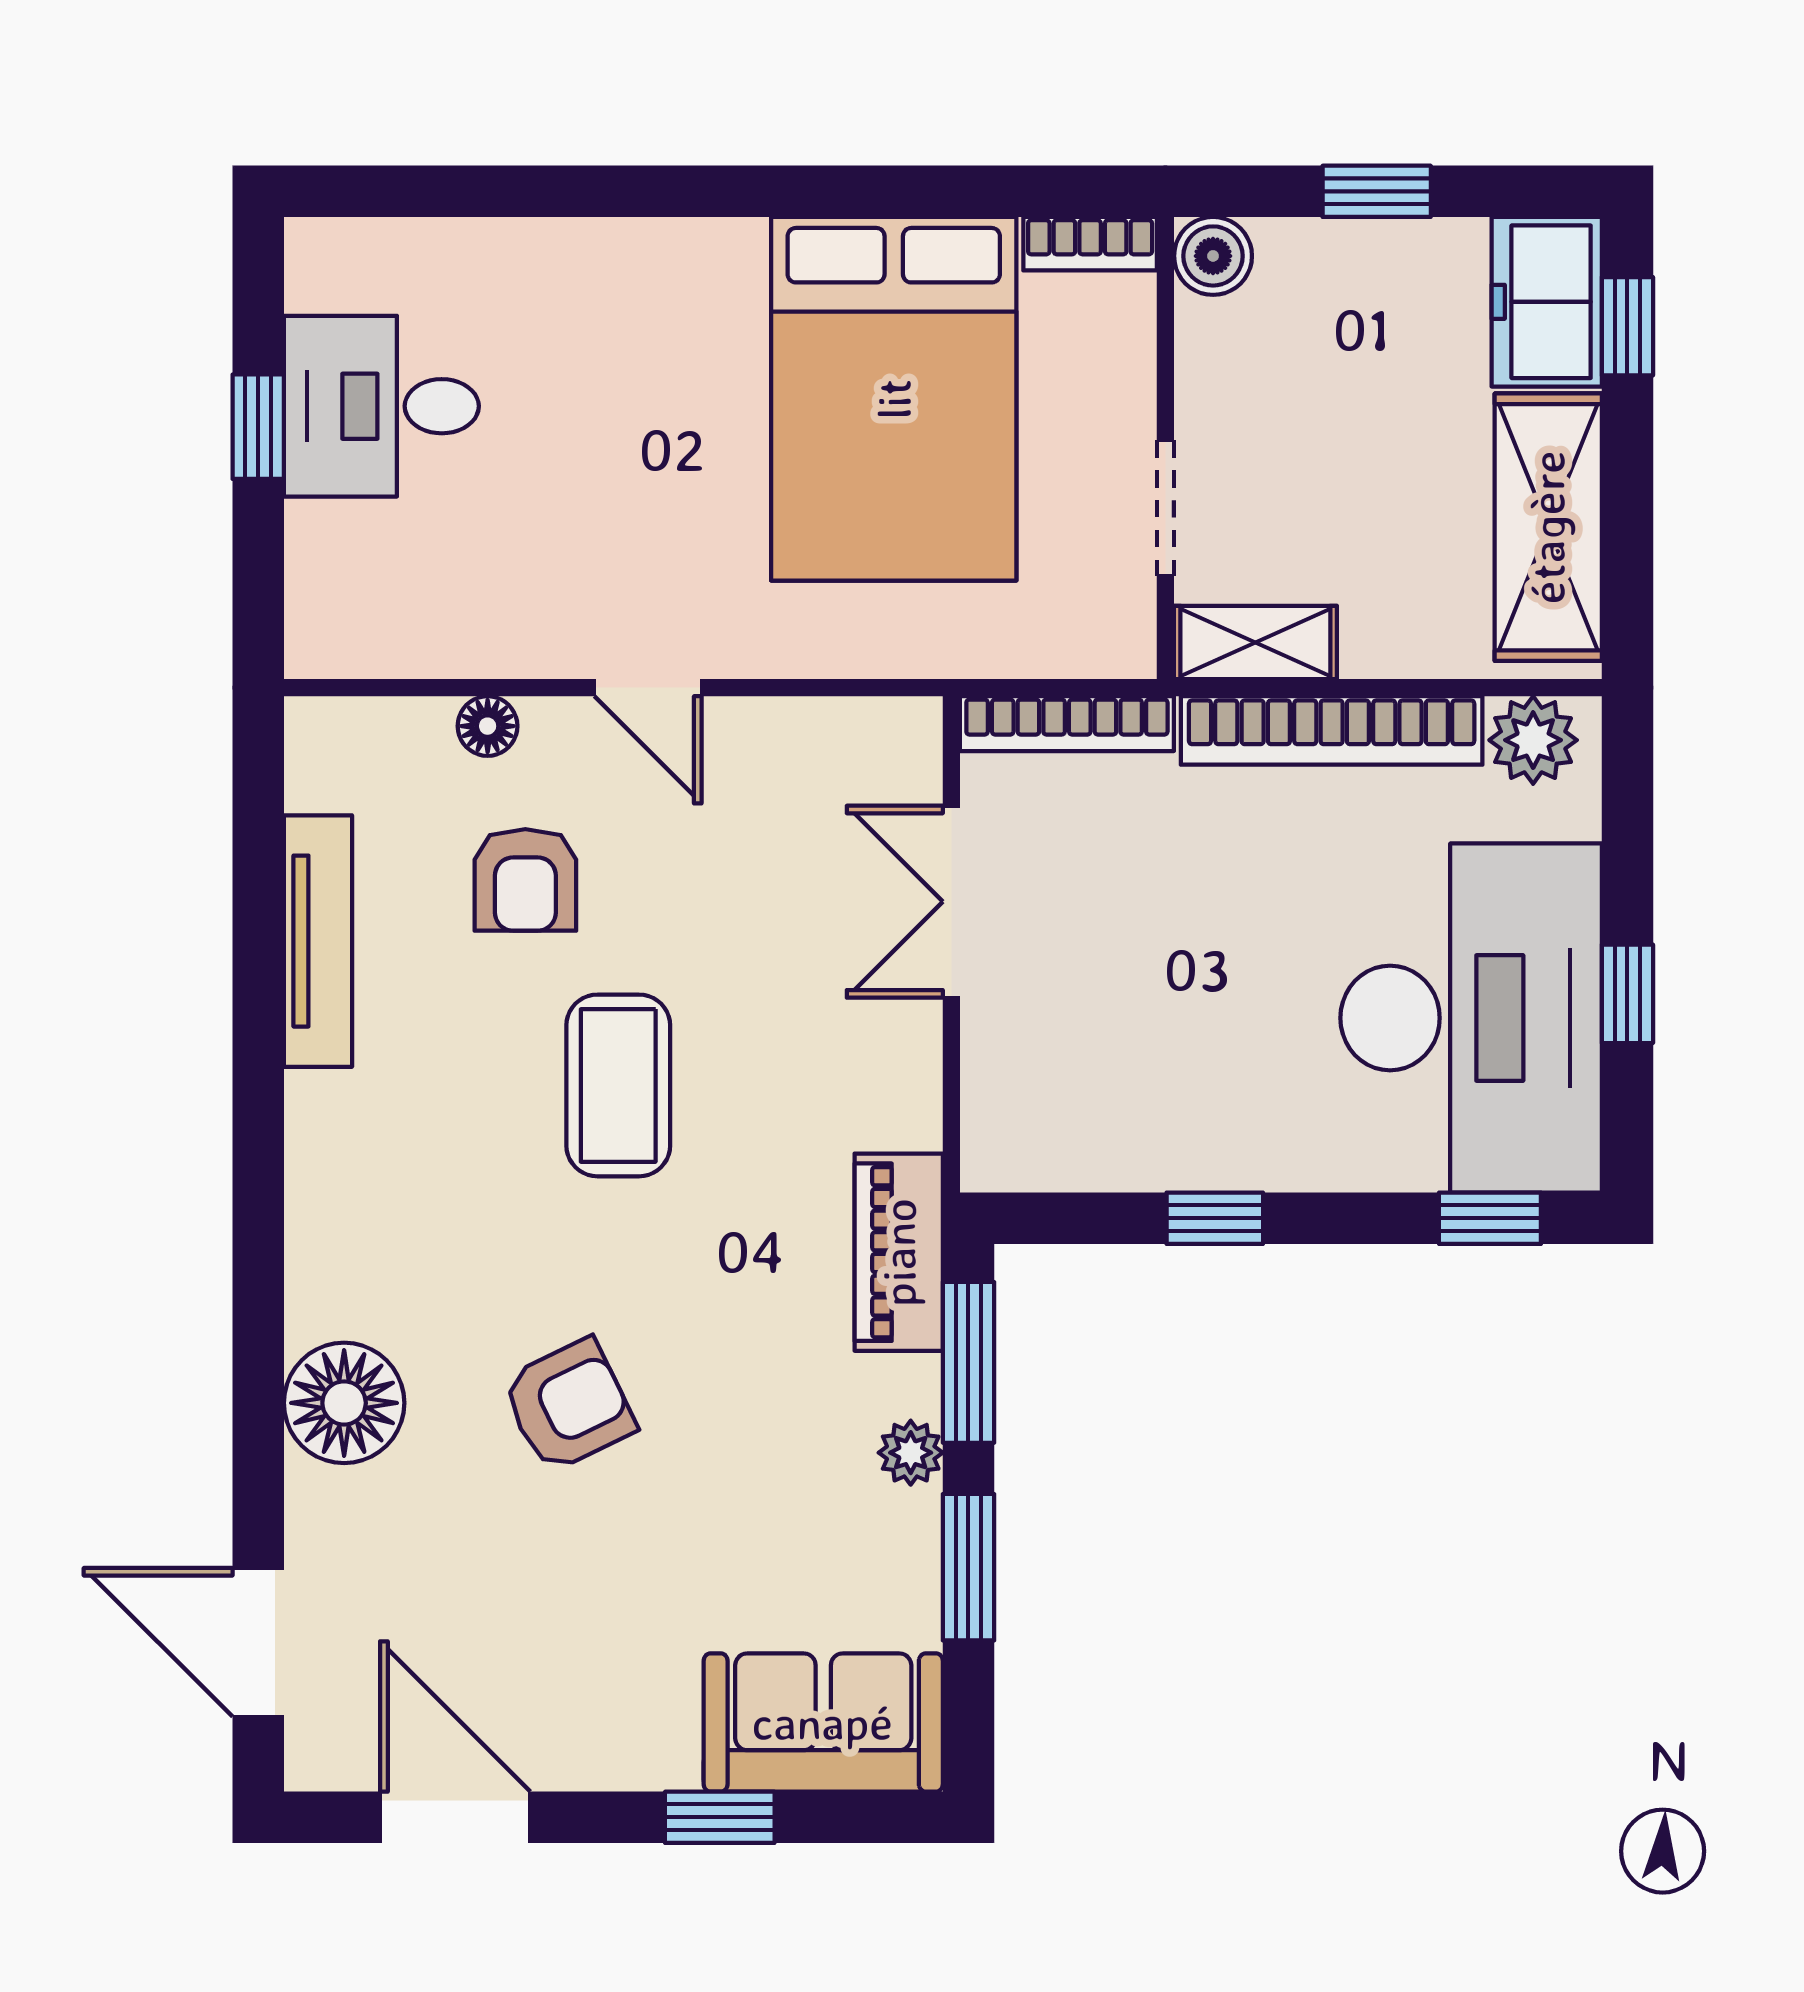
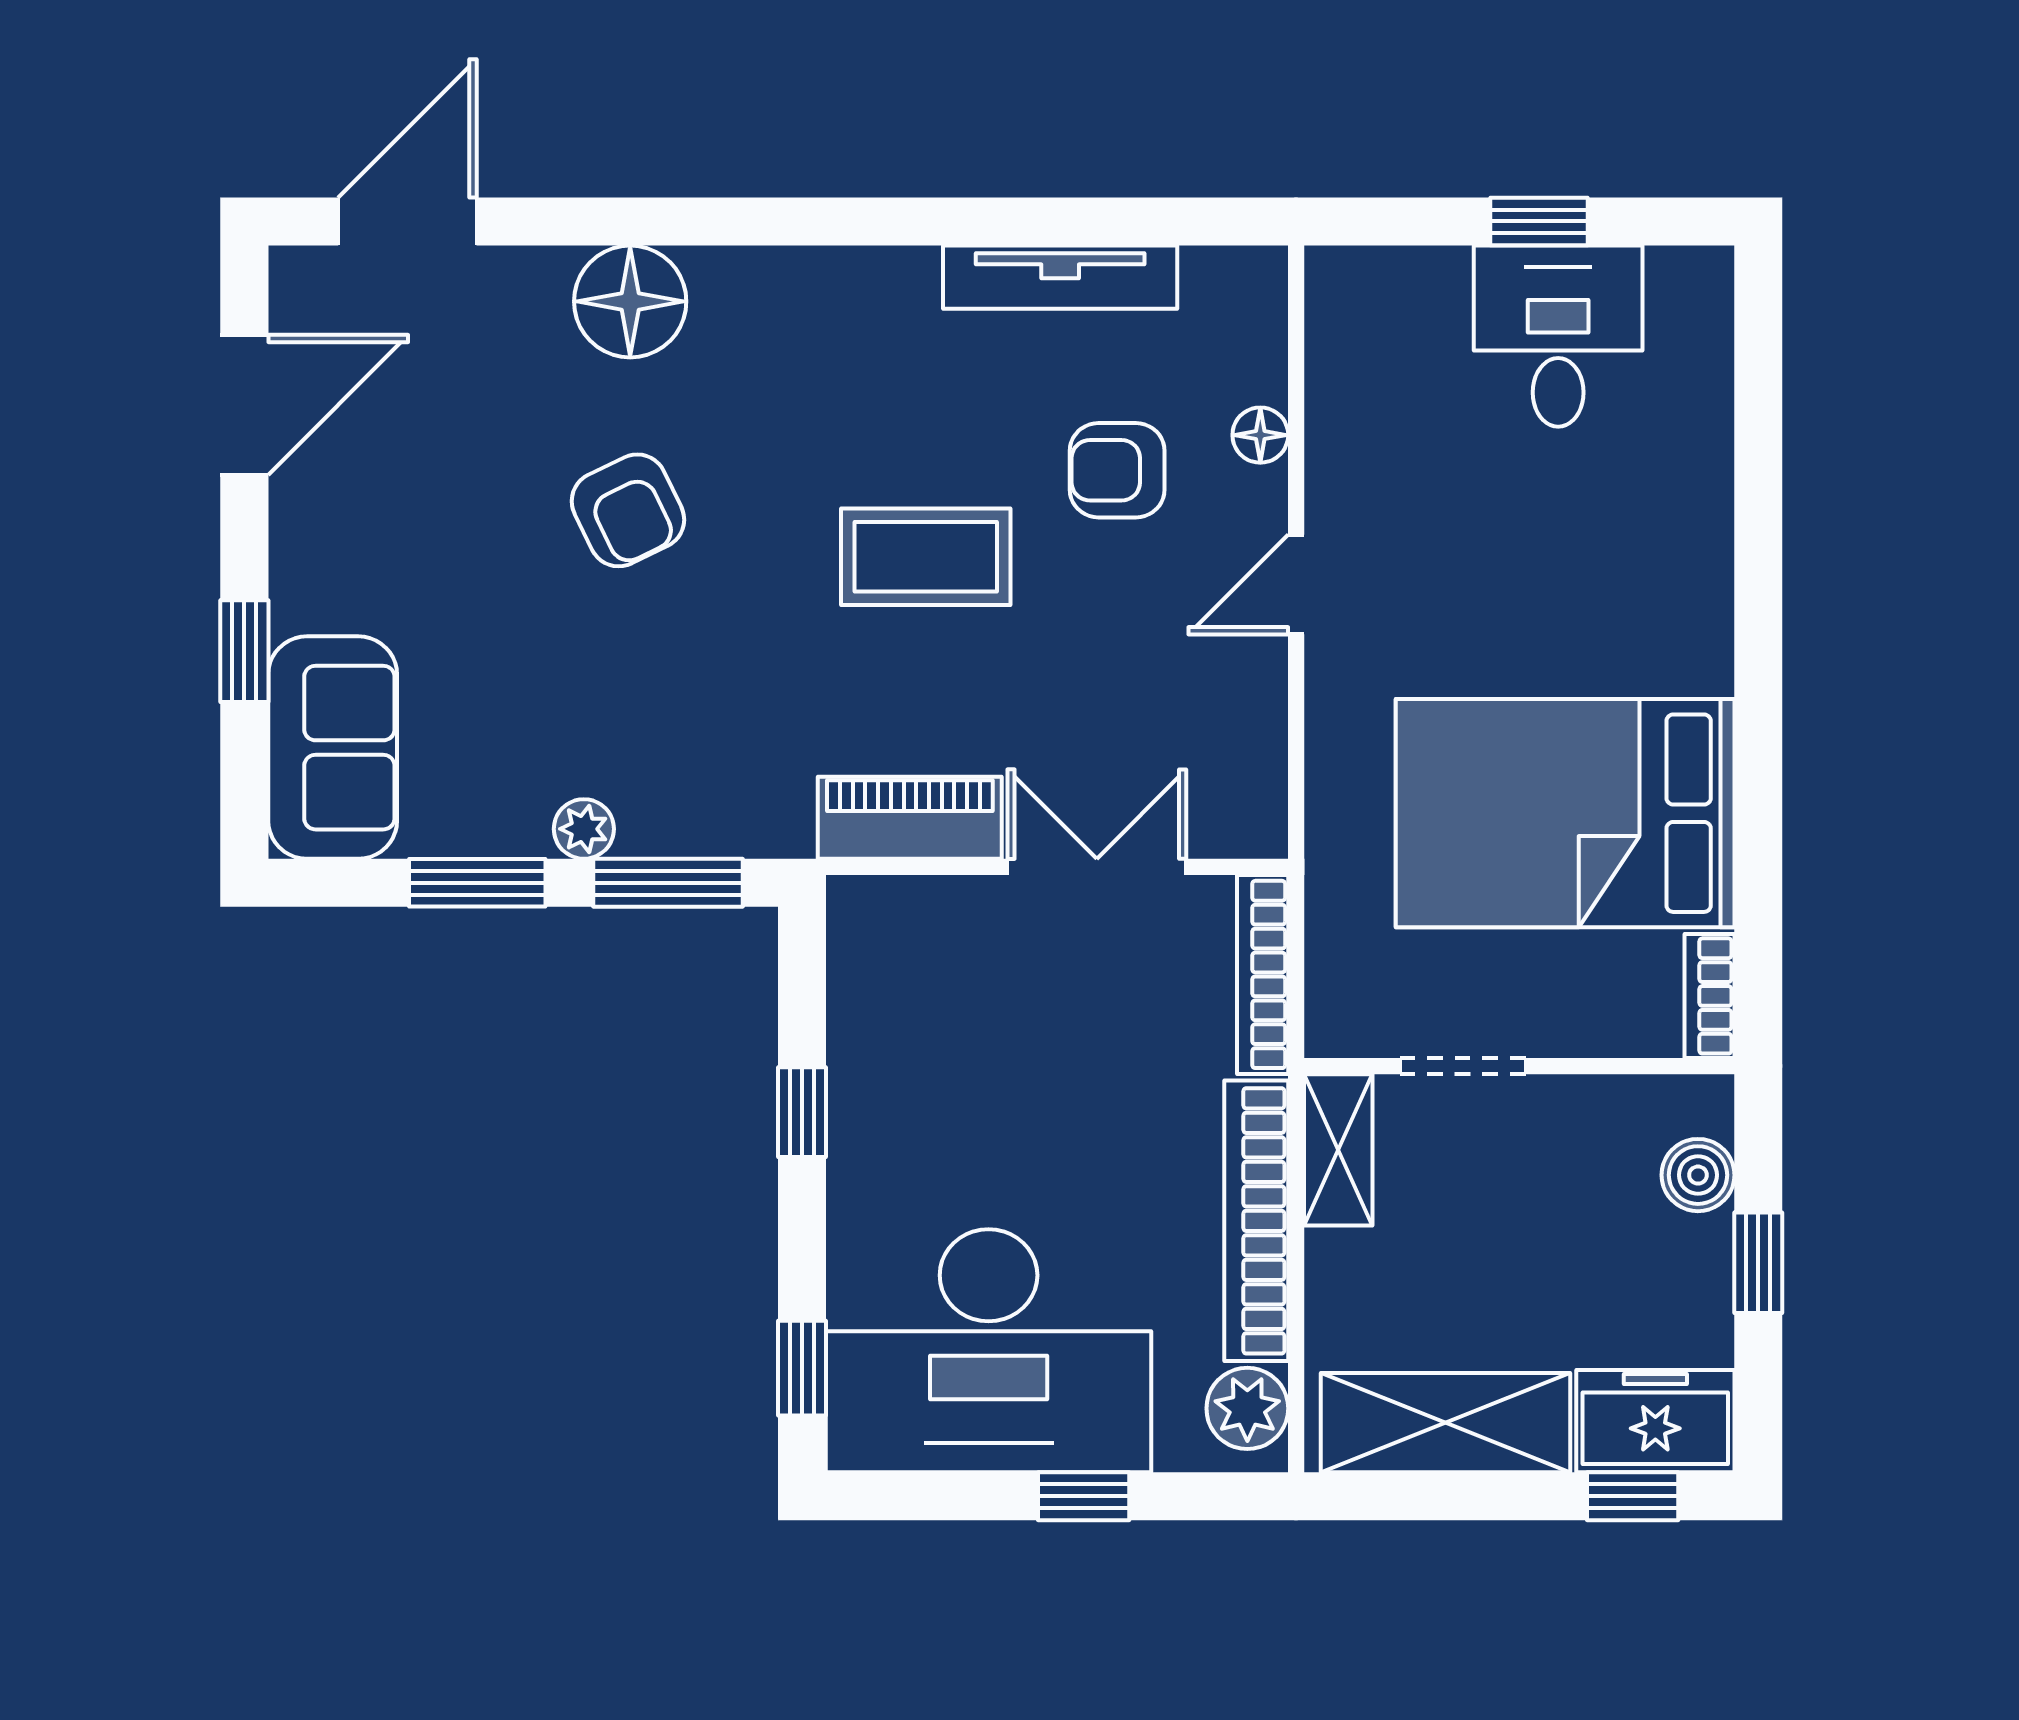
boiler: (1213, 256) -> (1698, 1175), moved
window: (1627, 994) -> (1084, 1496), moved
piano: (899, 1252) -> (910, 818), moved

